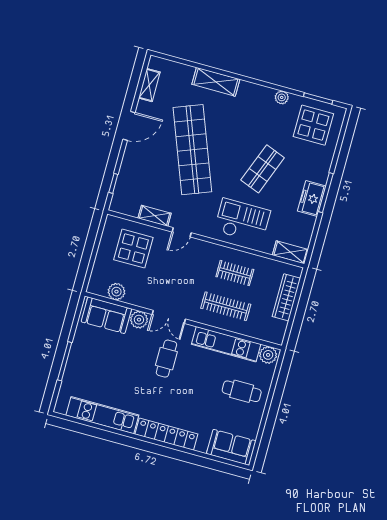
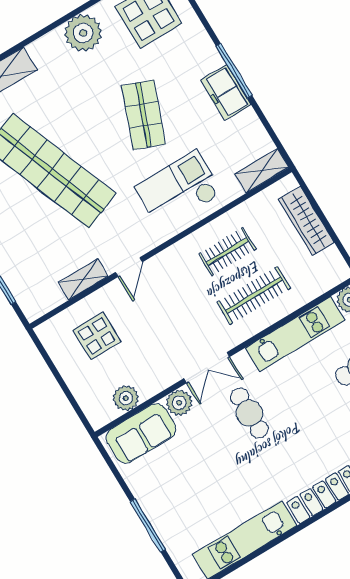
plant: (282, 97) -> (83, 33), width x1.87, depth x1.87
display table: (133, 249) -> (97, 336), width x0.73, depth x0.73

